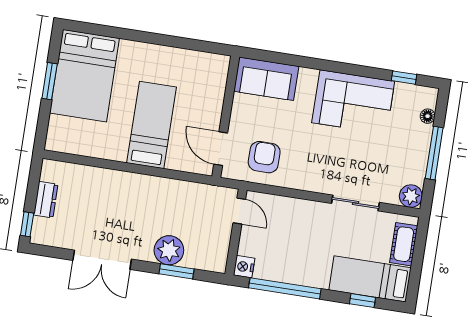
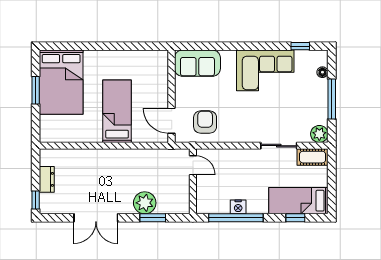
cot: (404, 244) -> (313, 157), moved, turned 90
nightstand: (244, 267) -> (238, 207), moved, turned -90

